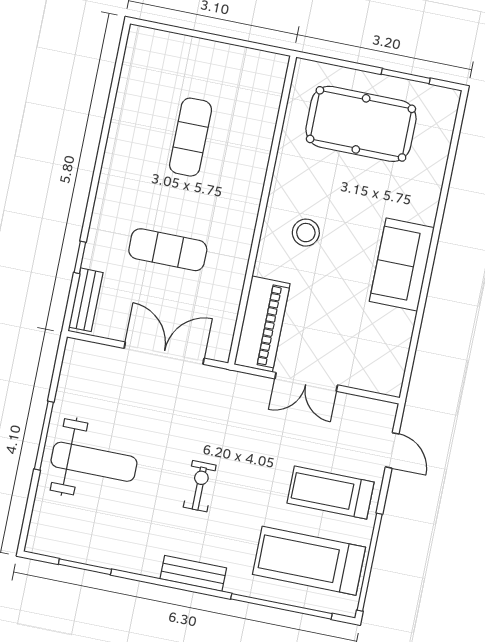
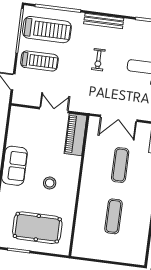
stool: (306, 233) -> (50, 183), moved
exercise mat: (168, 250) -> (120, 165), turned 90
bench: (193, 573) -> (104, 21), width x1.36

